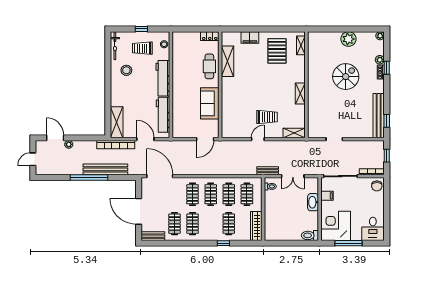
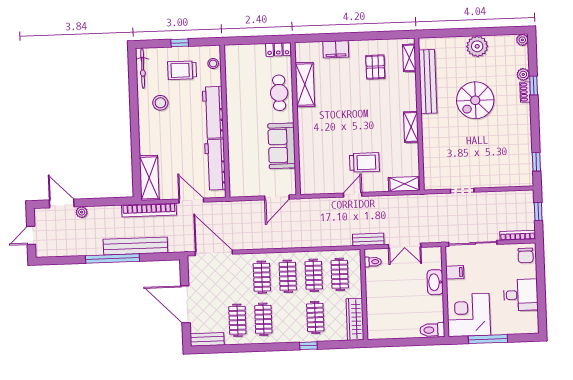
pallet: (277, 51) -> (375, 67), width x0.67, depth x0.71
spiral stairs: (346, 77) -> (475, 100), turned 180
bench: (379, 116) -> (428, 81), moved
desk: (373, 229) -> (521, 295), moved, turned -90

